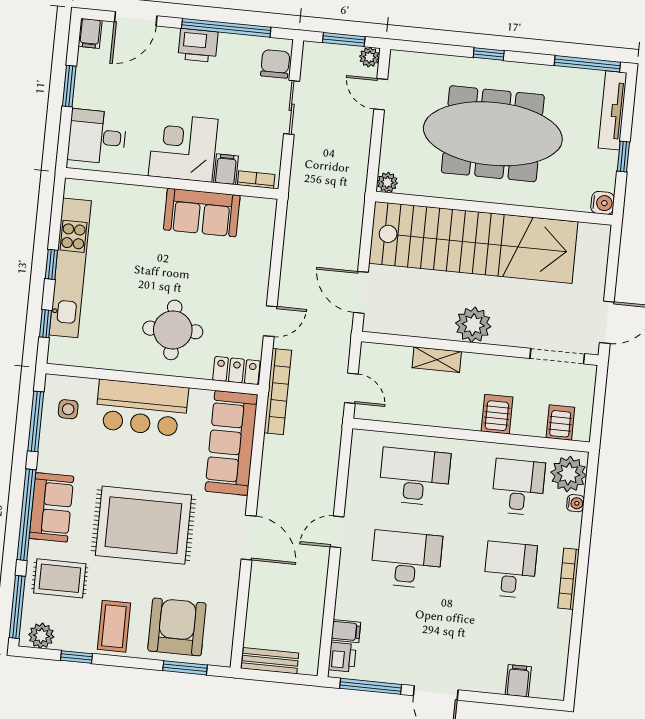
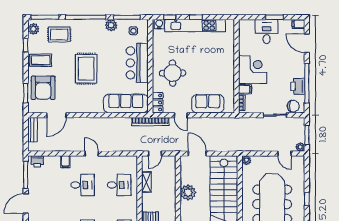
printer: (198, 45) -> (298, 86), moved
door: (381, 94) -> (284, 154), swing flipped
desk: (97, 137) -> (267, 32), moved
sofa: (202, 212) -> (208, 104), moved, turned 90
door: (361, 292) -> (197, 154), hinge flipped
plant: (473, 325) -> (188, 192), moved
water cooler: (59, 349) -> (159, 24), added
shelving: (437, 360) -> (146, 182), moved
plant: (50, 458) -> (111, 25), added
desk: (415, 477) -> (119, 185), width x0.73
sofa: (51, 507) -> (90, 28), removed
rug: (143, 525) -> (86, 69), width x0.73, depth x0.69
door: (249, 538) -> (56, 115), moved
desk: (406, 559) -> (83, 185), width x0.73
rug: (60, 578) -> (59, 35), turned 90
armchair: (177, 627) -> (43, 88), turned 90
filing cabinet: (346, 631) -> (65, 162), moved

